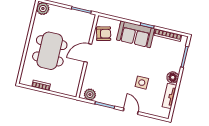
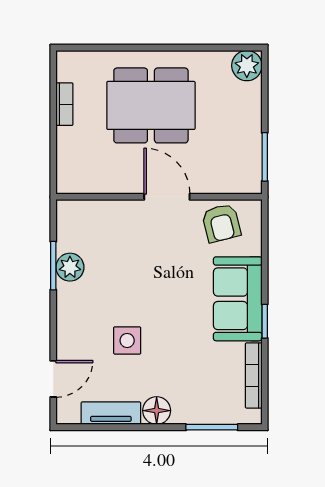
plant: (90, 95) -> (70, 267), moved
door: (131, 111) -> (53, 379), moved

